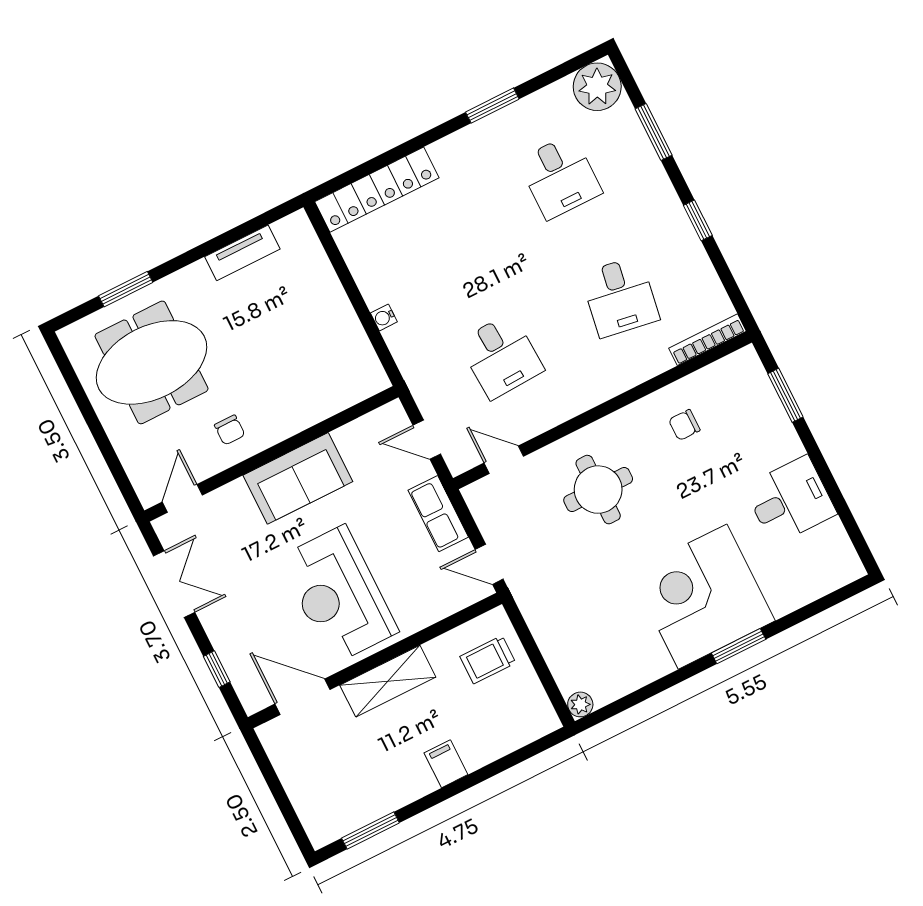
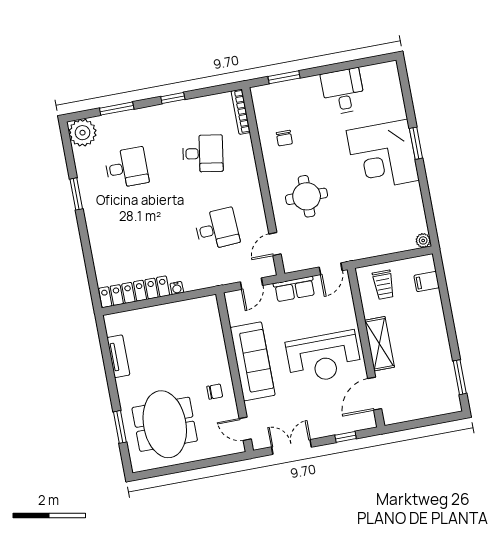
locker: (377, 190) -> (134, 292), moved, turned -90
sofa: (298, 478) -> (252, 361), width x1.36
filing cabinet: (446, 764) -> (427, 282), moved

